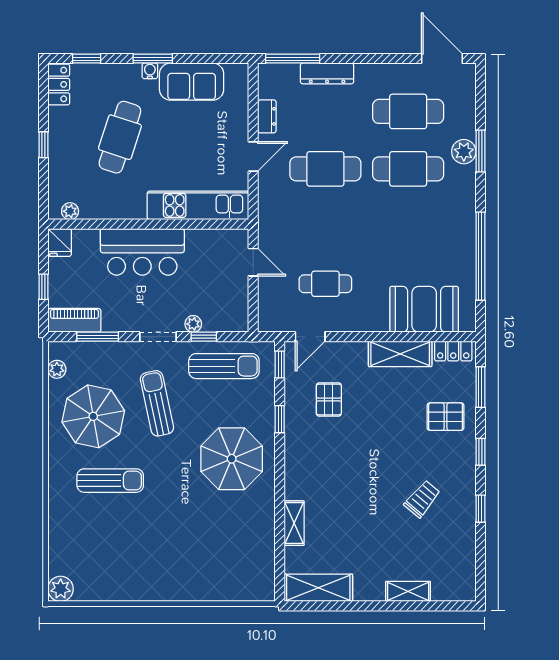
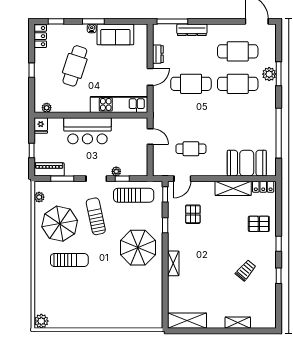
window: (480, 387) -> (279, 207), removed
shelving: (294, 523) -> (173, 263), moved

